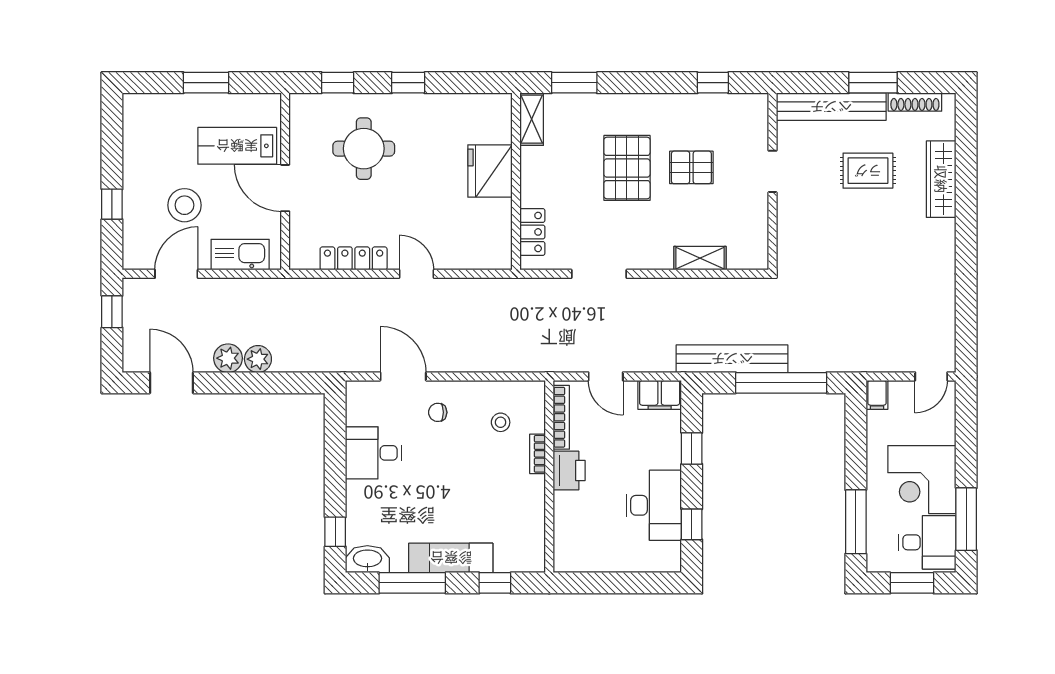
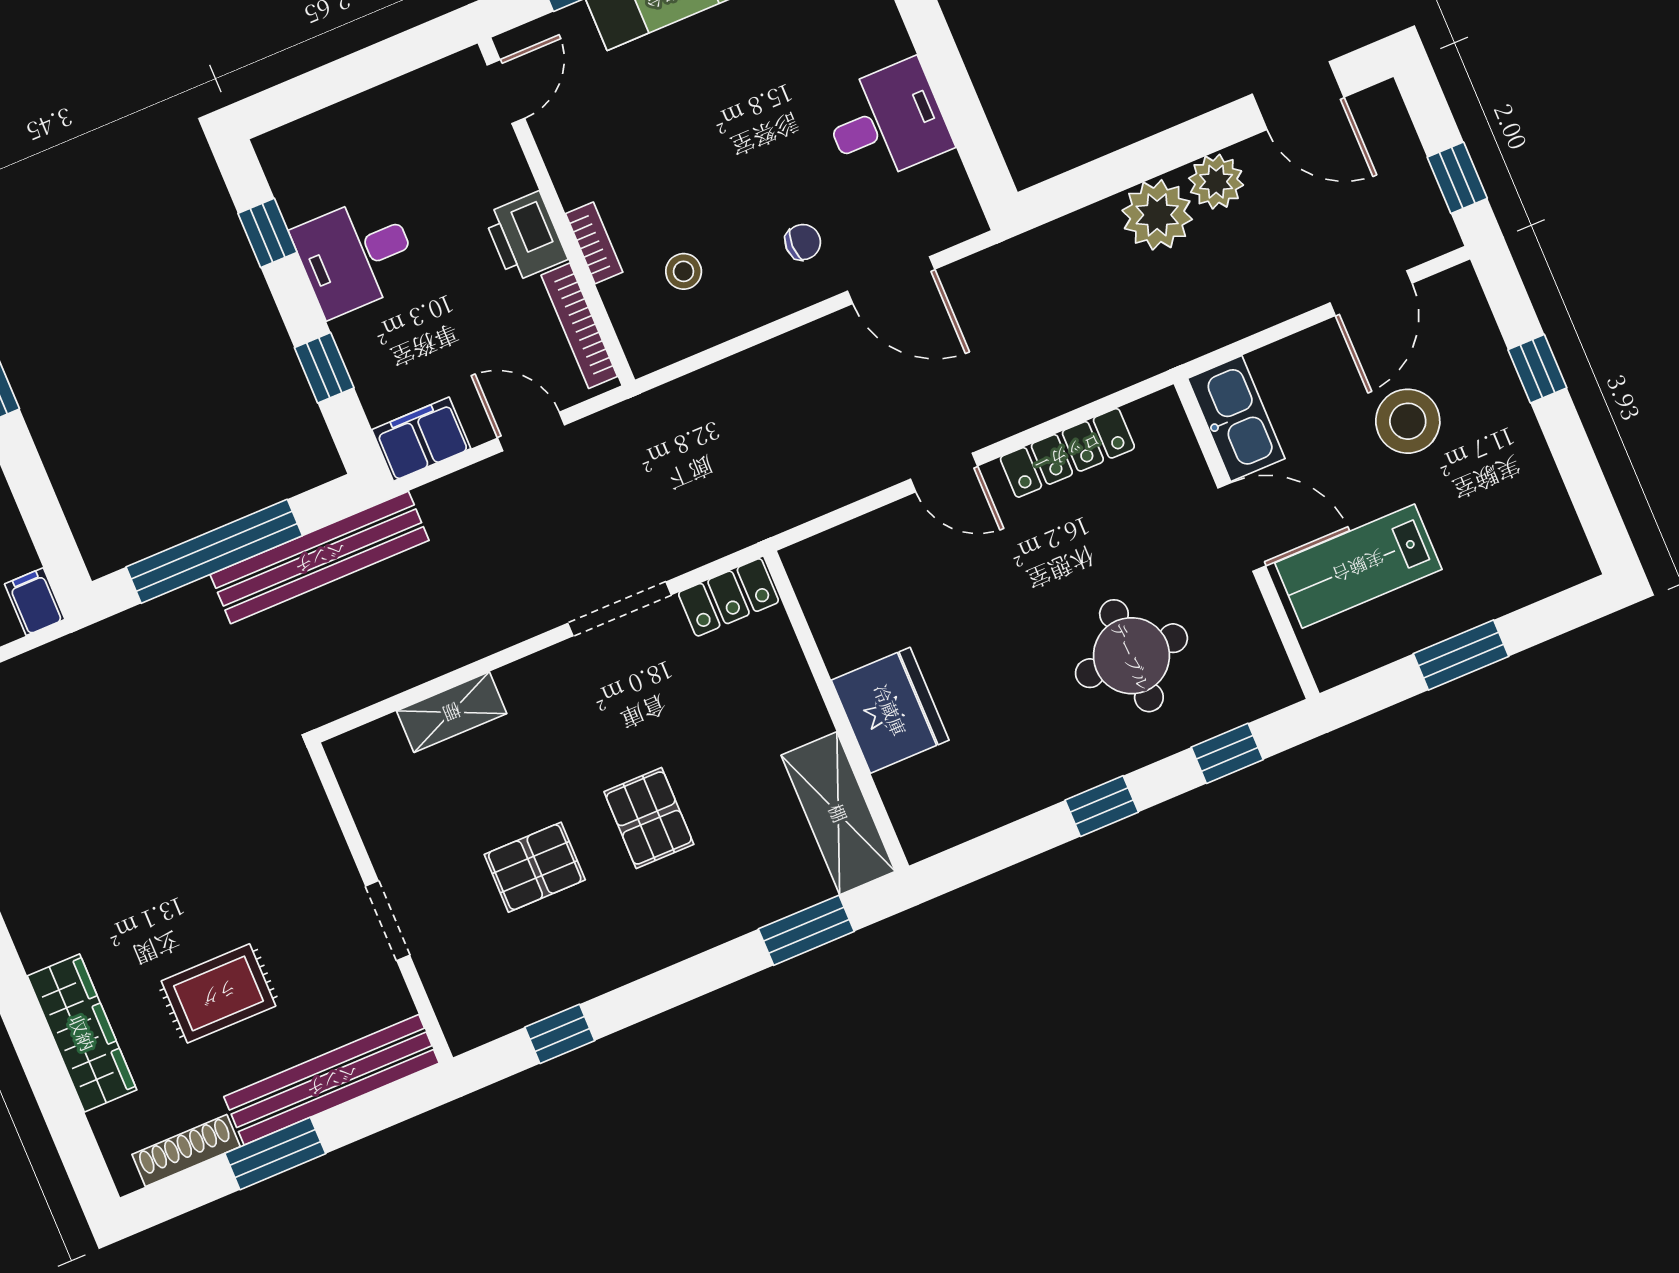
shelving: (532, 119) -> (838, 813), width x1.50, depth x1.33
lab bench: (237, 146) -> (1358, 566), turned 180
pallet: (627, 168) -> (649, 818), width x0.67, depth x0.71
locker: (532, 232) -> (729, 597), moved, turned -90
kitchen sink: (240, 255) -> (1236, 419), moved, turned -90
plant: (258, 359) -> (1157, 215), width x1.36, depth x1.36
desk: (654, 505) -> (356, 255), width x0.73
door: (549, 544) -> (506, 92), added

